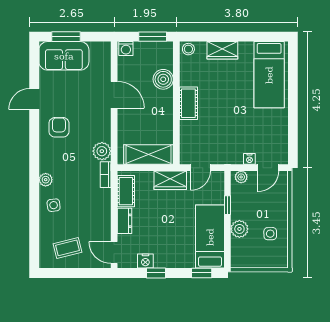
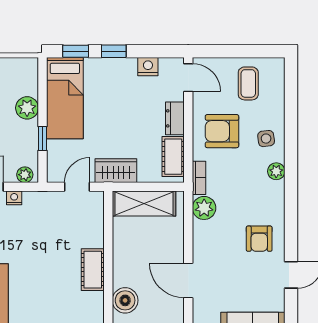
armchair: (88, 211) -> (222, 131), added
coffee table: (67, 248) -> (248, 83), turned -76
window: (156, 273) -> (114, 51), moved

